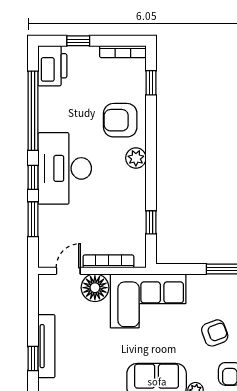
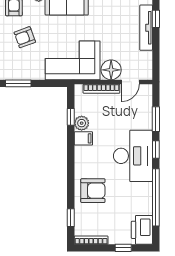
plant: (136, 158) -> (82, 123), moved
filing cabinet: (133, 193) -> (83, 138), added

